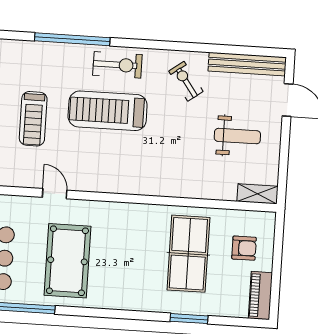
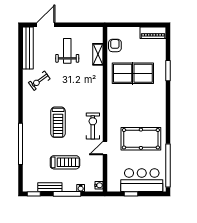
exercise bike: (117, 65) -> (93, 126), moved
treadmill: (108, 111) -> (58, 122), width x0.73, depth x0.73
shelving: (258, 194) -> (98, 54), moved
armchair: (244, 248) -> (115, 45), moved

